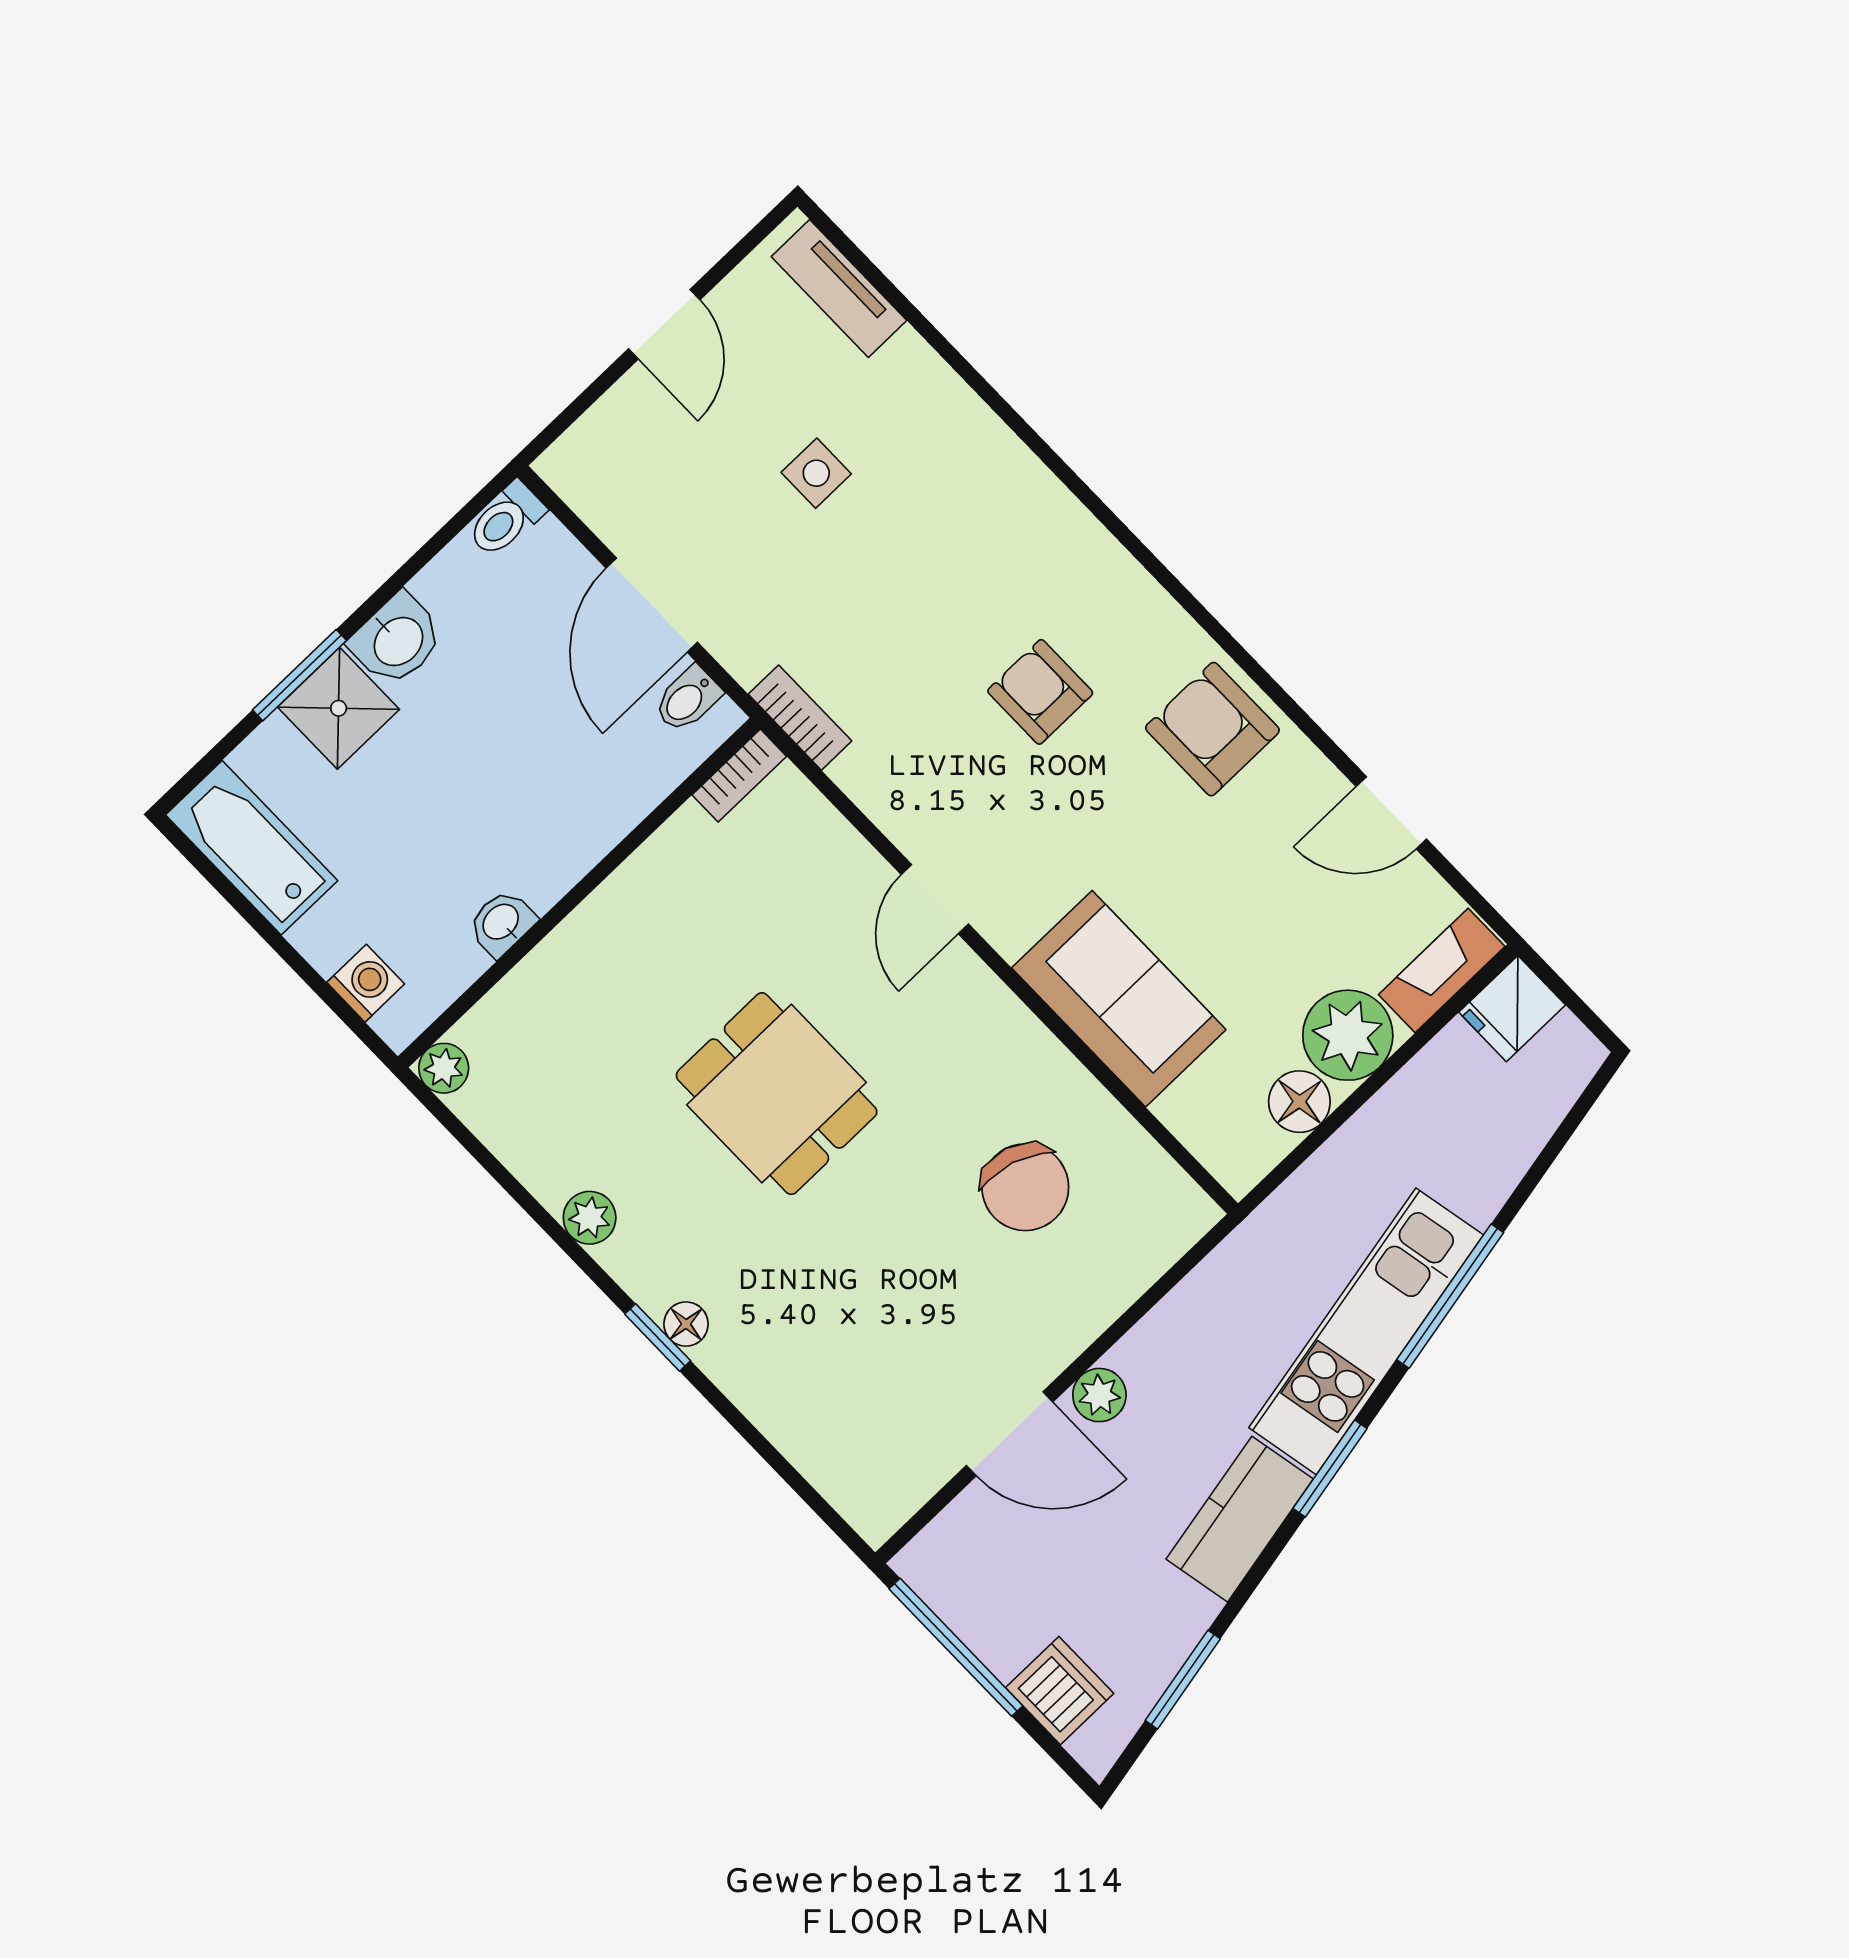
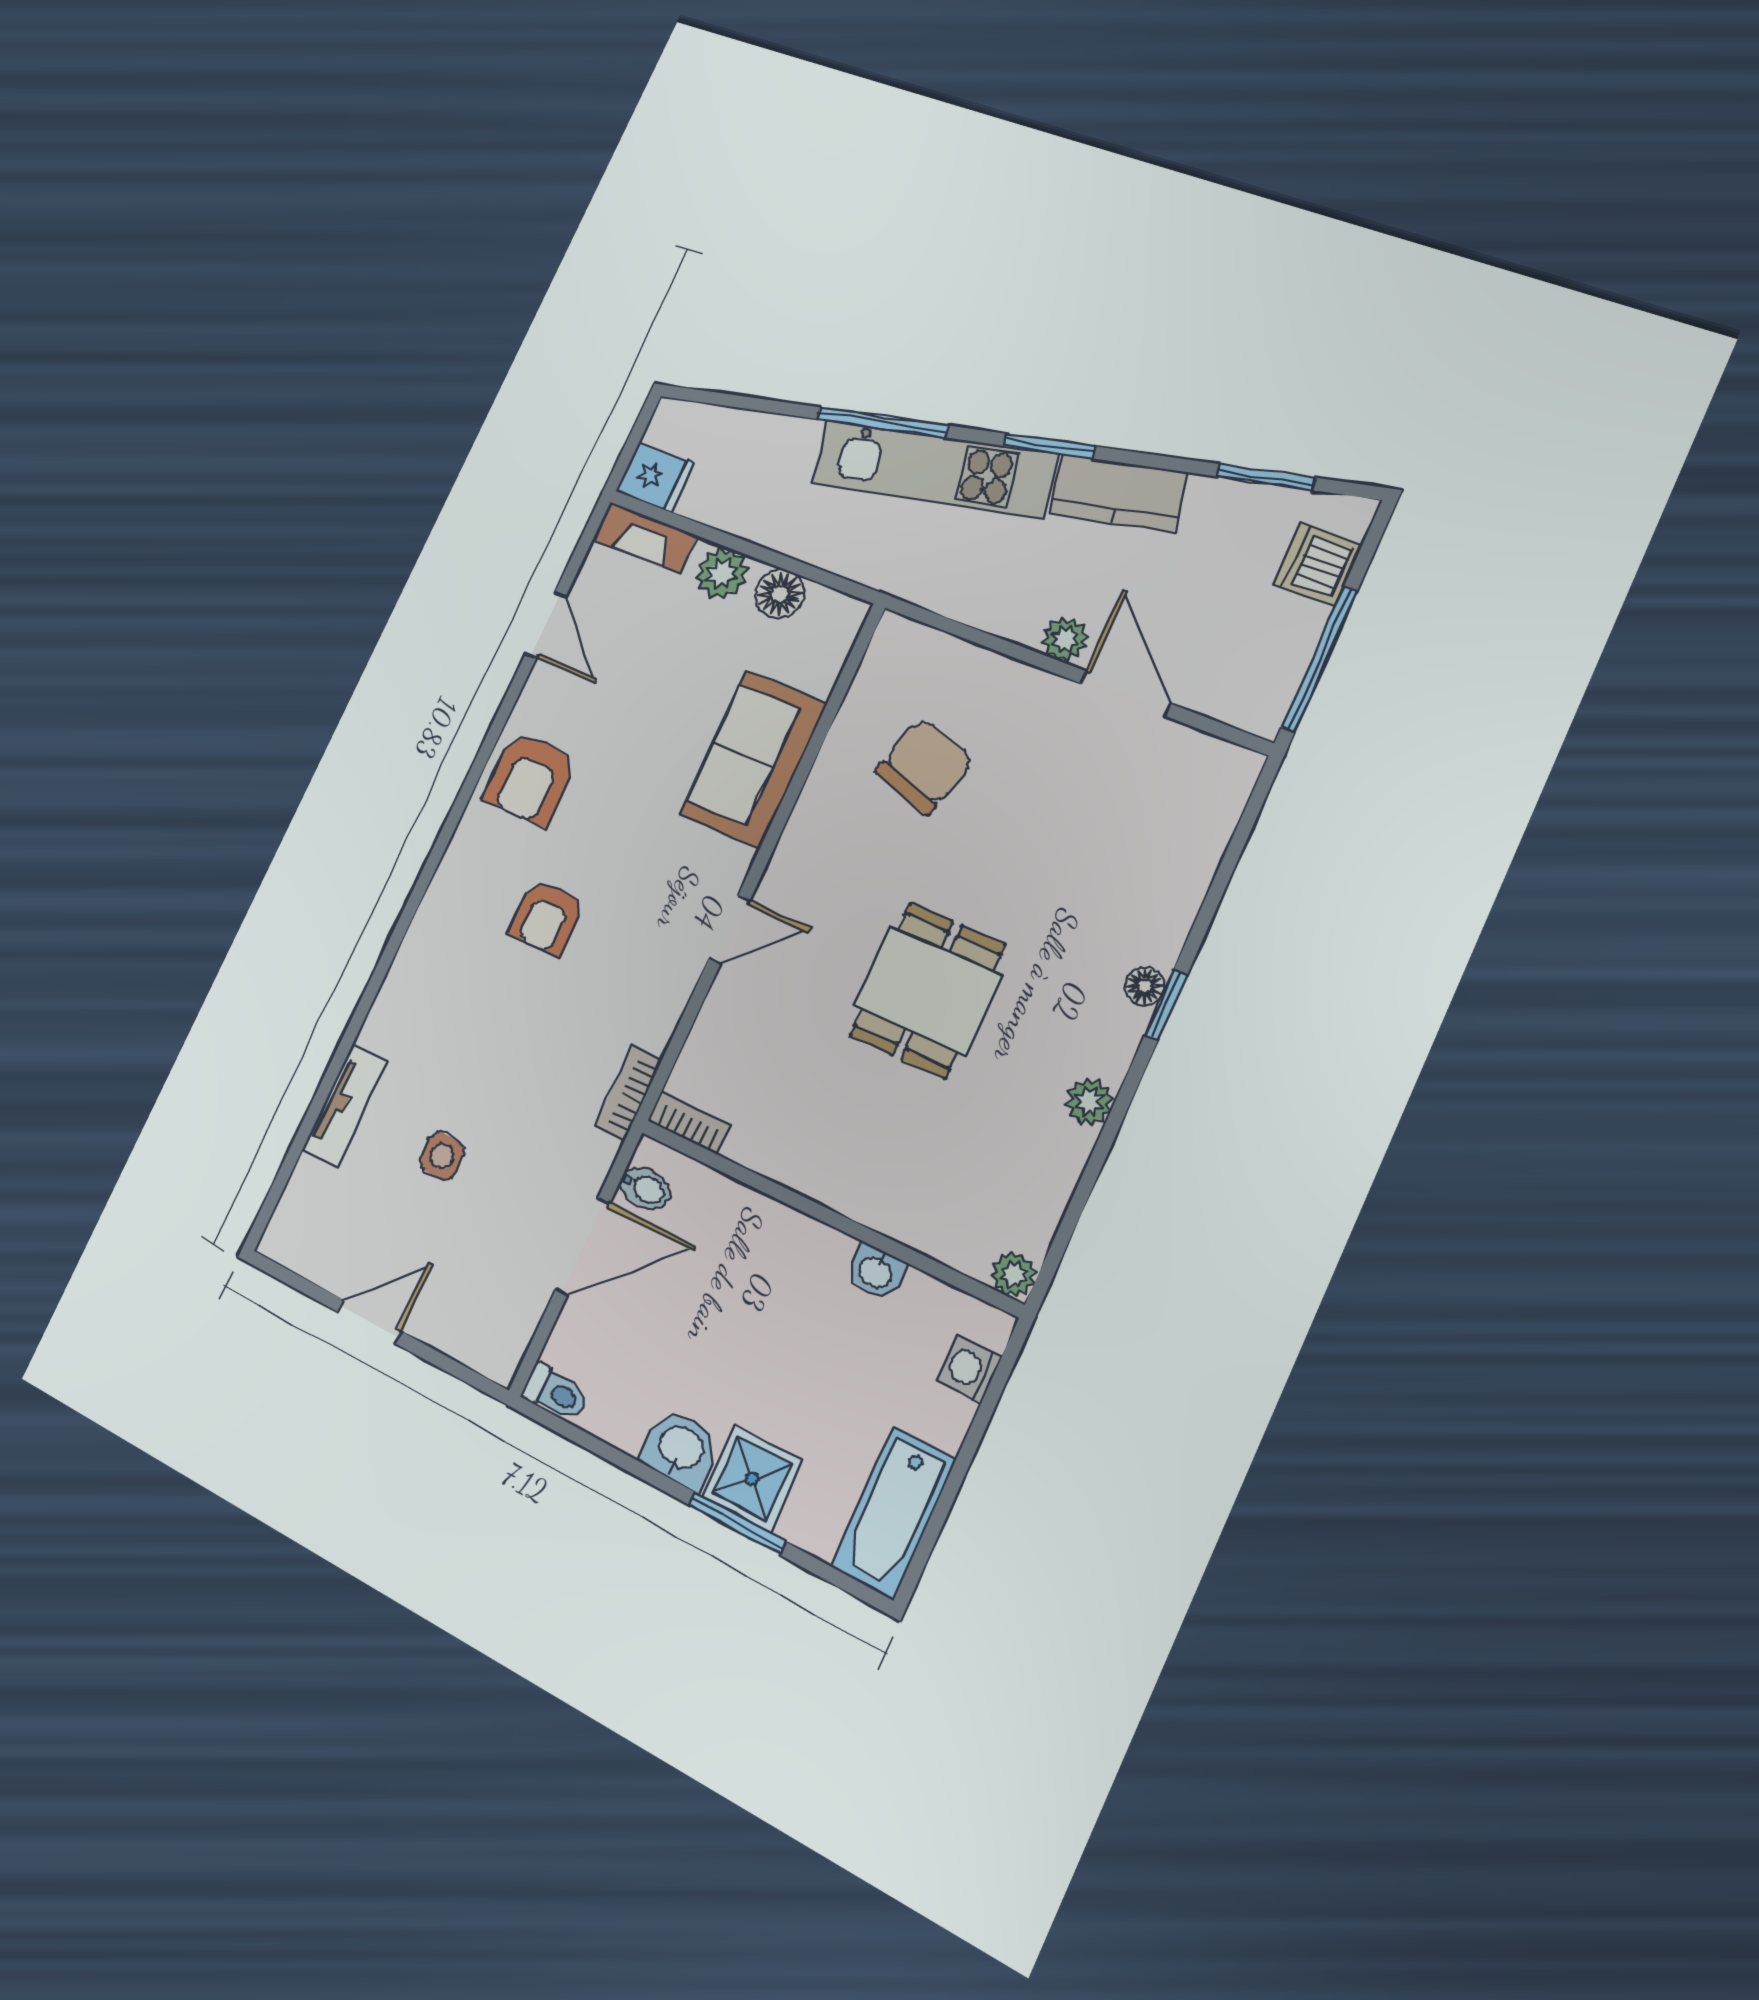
tv unit: (839, 288) -> (345, 1105), moved
plant: (1348, 1035) -> (722, 573), width x0.73, depth x0.73

